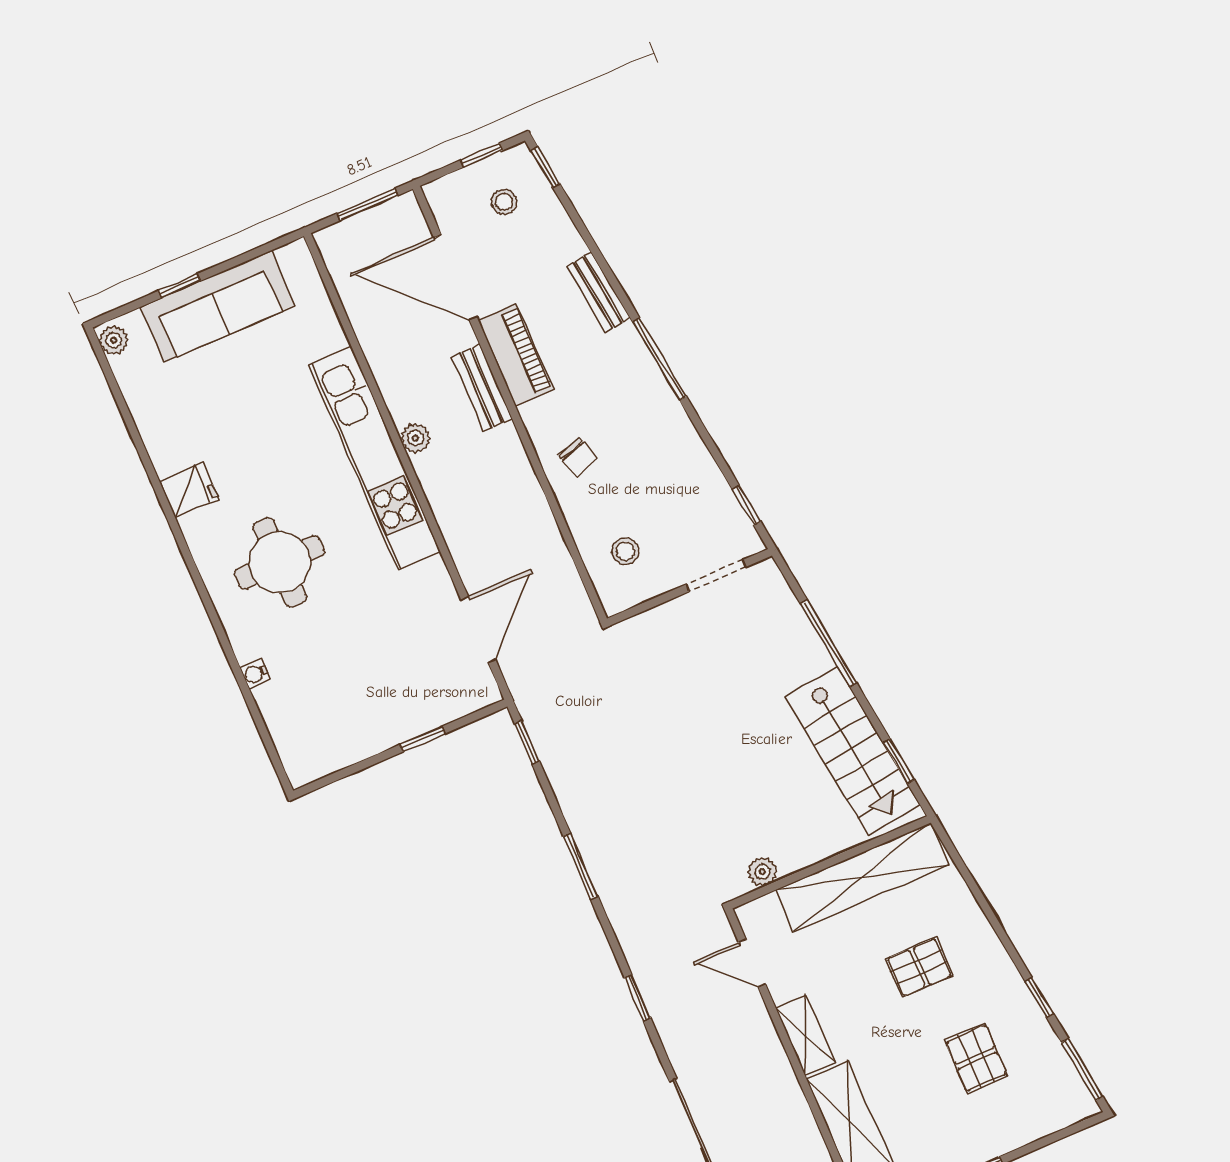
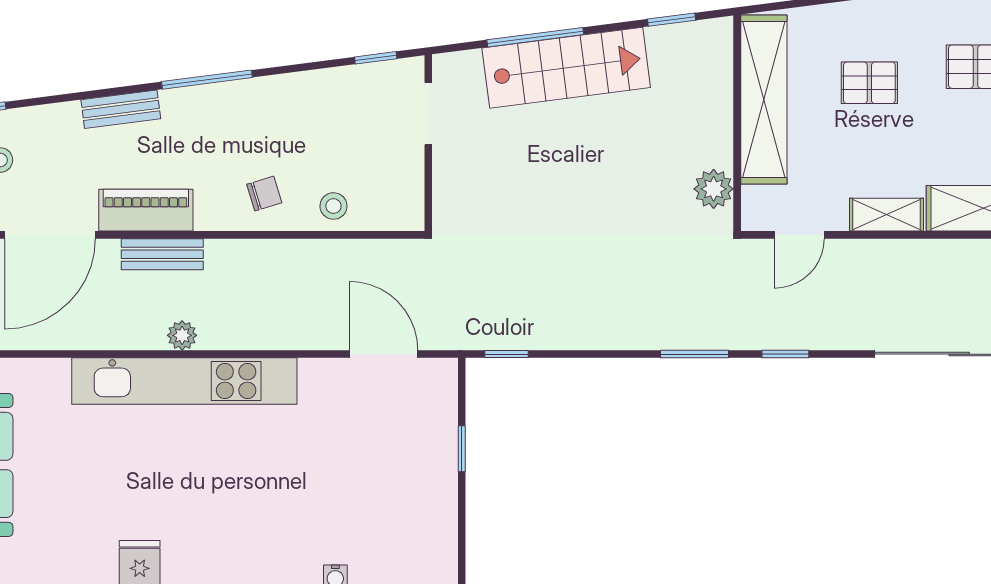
stool: (625, 551) -> (333, 206), moved
round table: (280, 562) -> (242, 510), removed
stairs: (853, 751) -> (566, 68), moved
window: (581, 866) -> (694, 354), moved
plant: (762, 872) -> (714, 189), width x1.38, depth x1.38
pallet: (919, 967) -> (869, 83), turned 90

